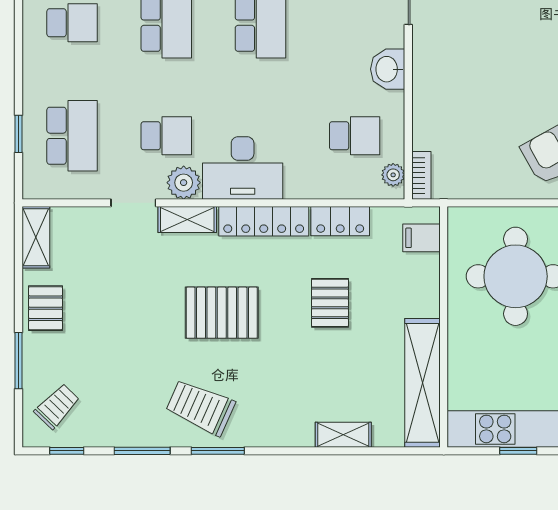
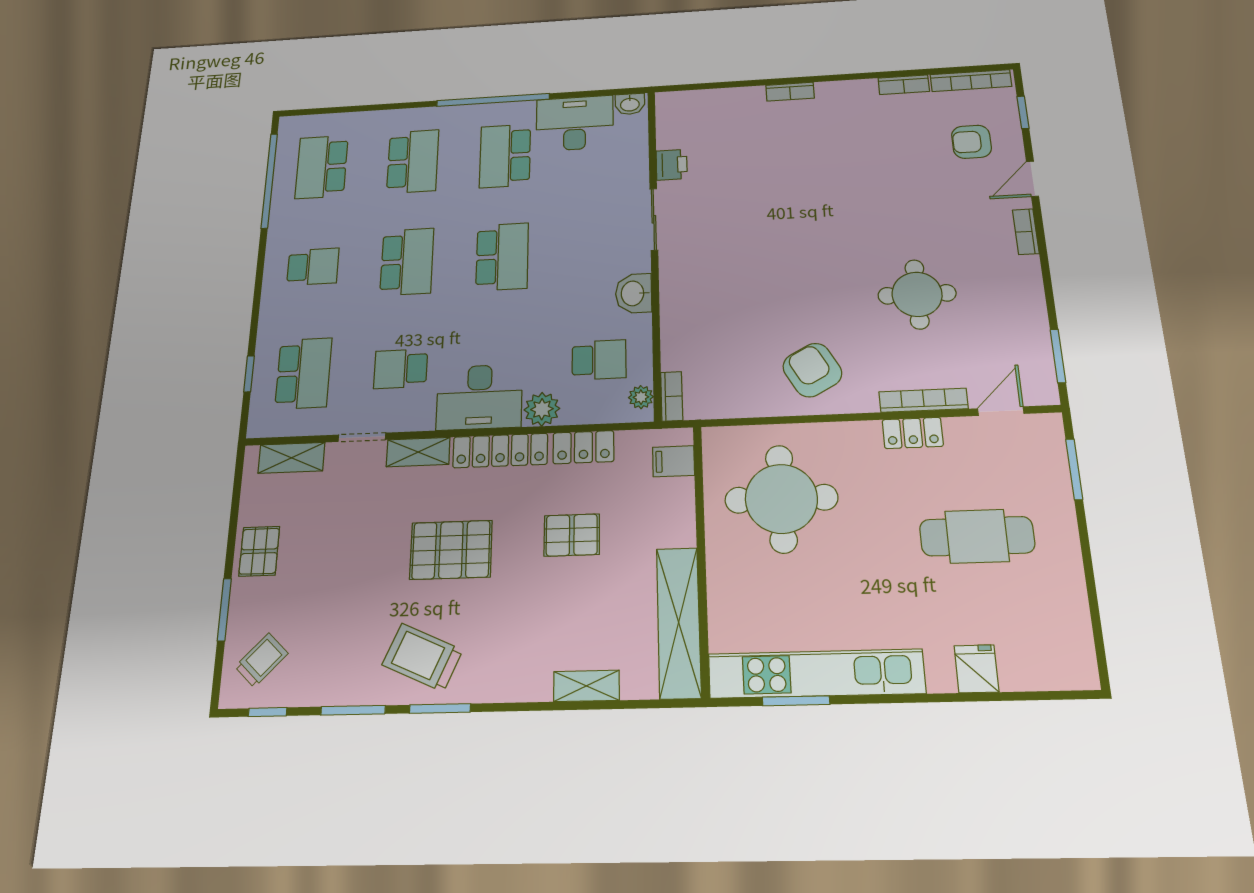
school desk: (166, 136) -> (401, 369), turned 180
plant: (184, 183) -> (542, 409), moved
shelving: (36, 237) -> (291, 458), moved, turned 90
pallet: (330, 303) -> (572, 535), turned 90
window: (518, 451) -> (796, 701), width x1.50

